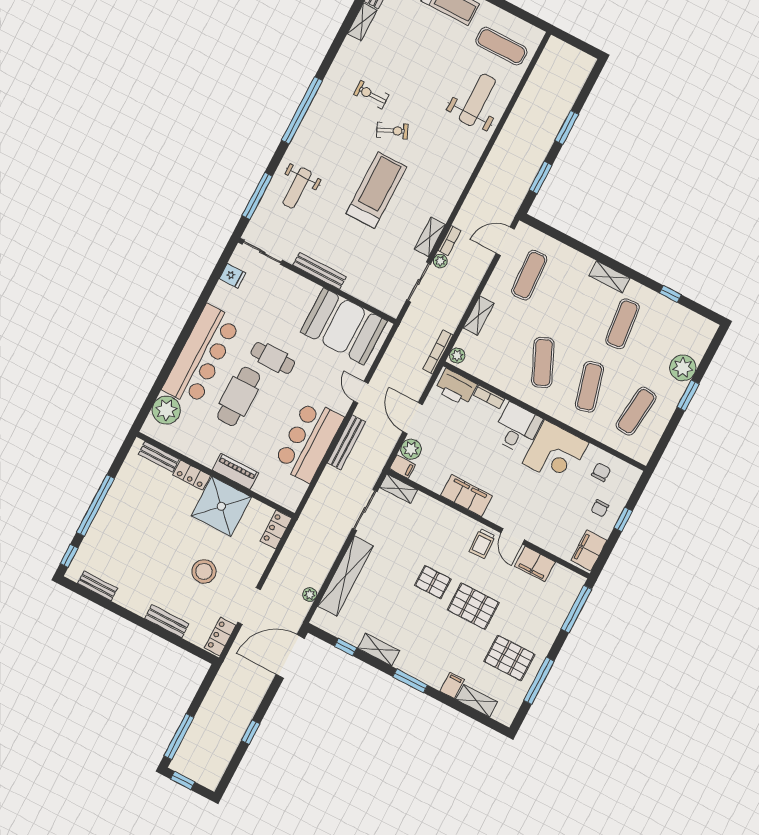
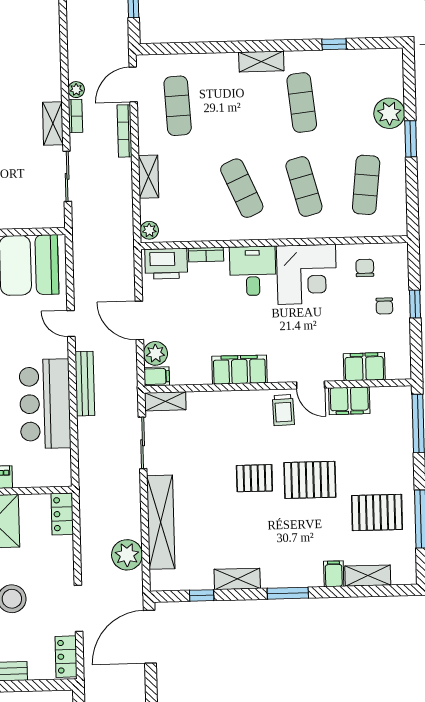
plant: (440, 261) -> (76, 90), moved
bookcase: (438, 352) -> (125, 131), moved
filing cabinet: (589, 550) -> (364, 367), moved, turned 90
plant: (310, 595) -> (127, 555), width x1.88, depth x1.88

